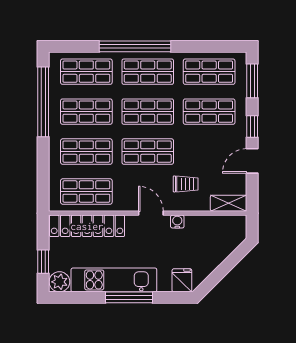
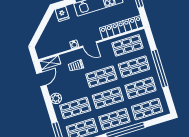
window: (43, 102) -> (160, 69), moved
window: (252, 126) -> (50, 107), removed
plant: (237, 138) -> (56, 98), added
door: (252, 161) -> (41, 79), moved

